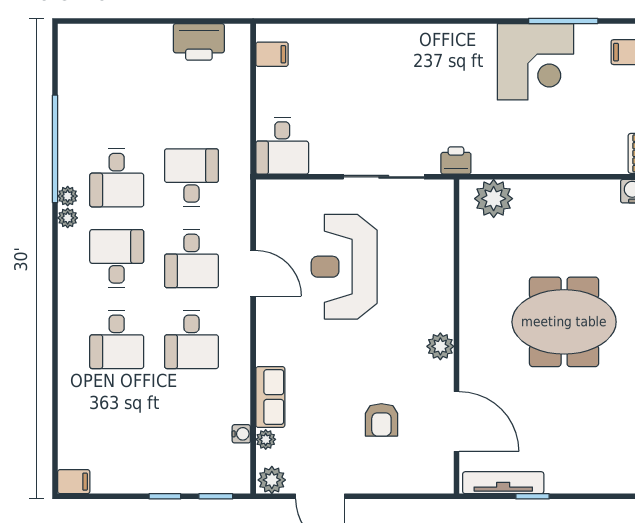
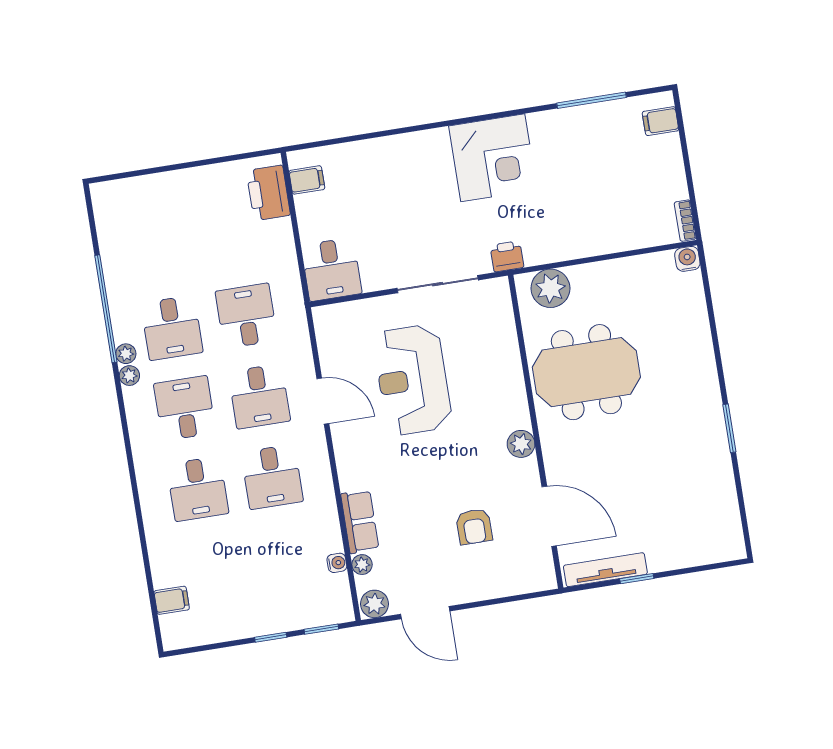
printer: (199, 42) -> (268, 193), moved, turned 90
corner desk: (536, 62) -> (493, 158), moved
meeting table: (564, 322) -> (586, 372), moved
filing cabinet: (74, 482) -> (172, 600), moved

